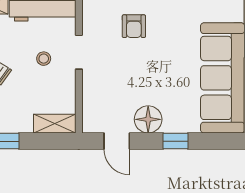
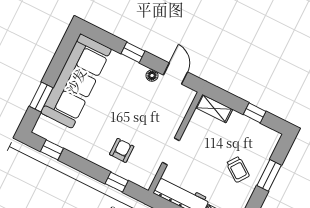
stool: (44, 59) -> (199, 159), removed
floor lamp: (148, 119) -> (152, 76), width x0.53, depth x0.53

